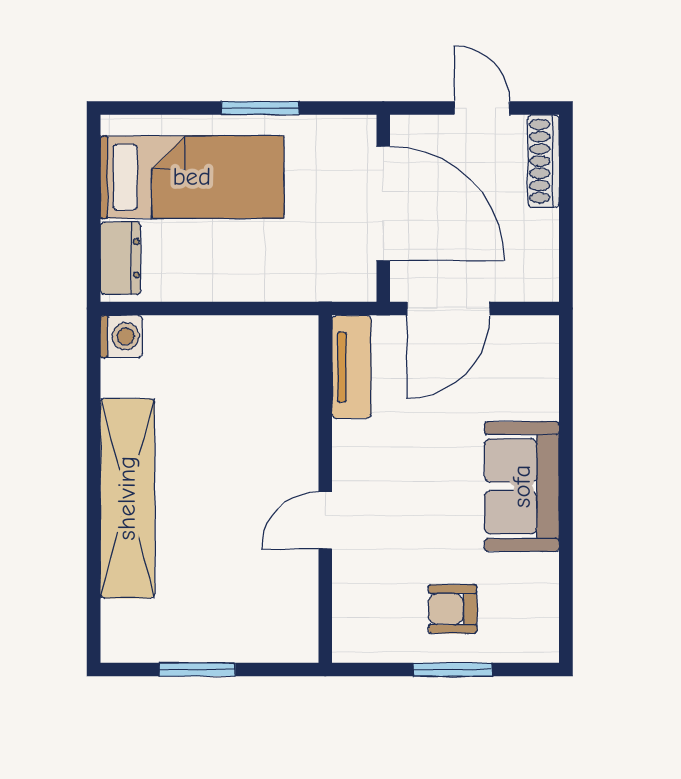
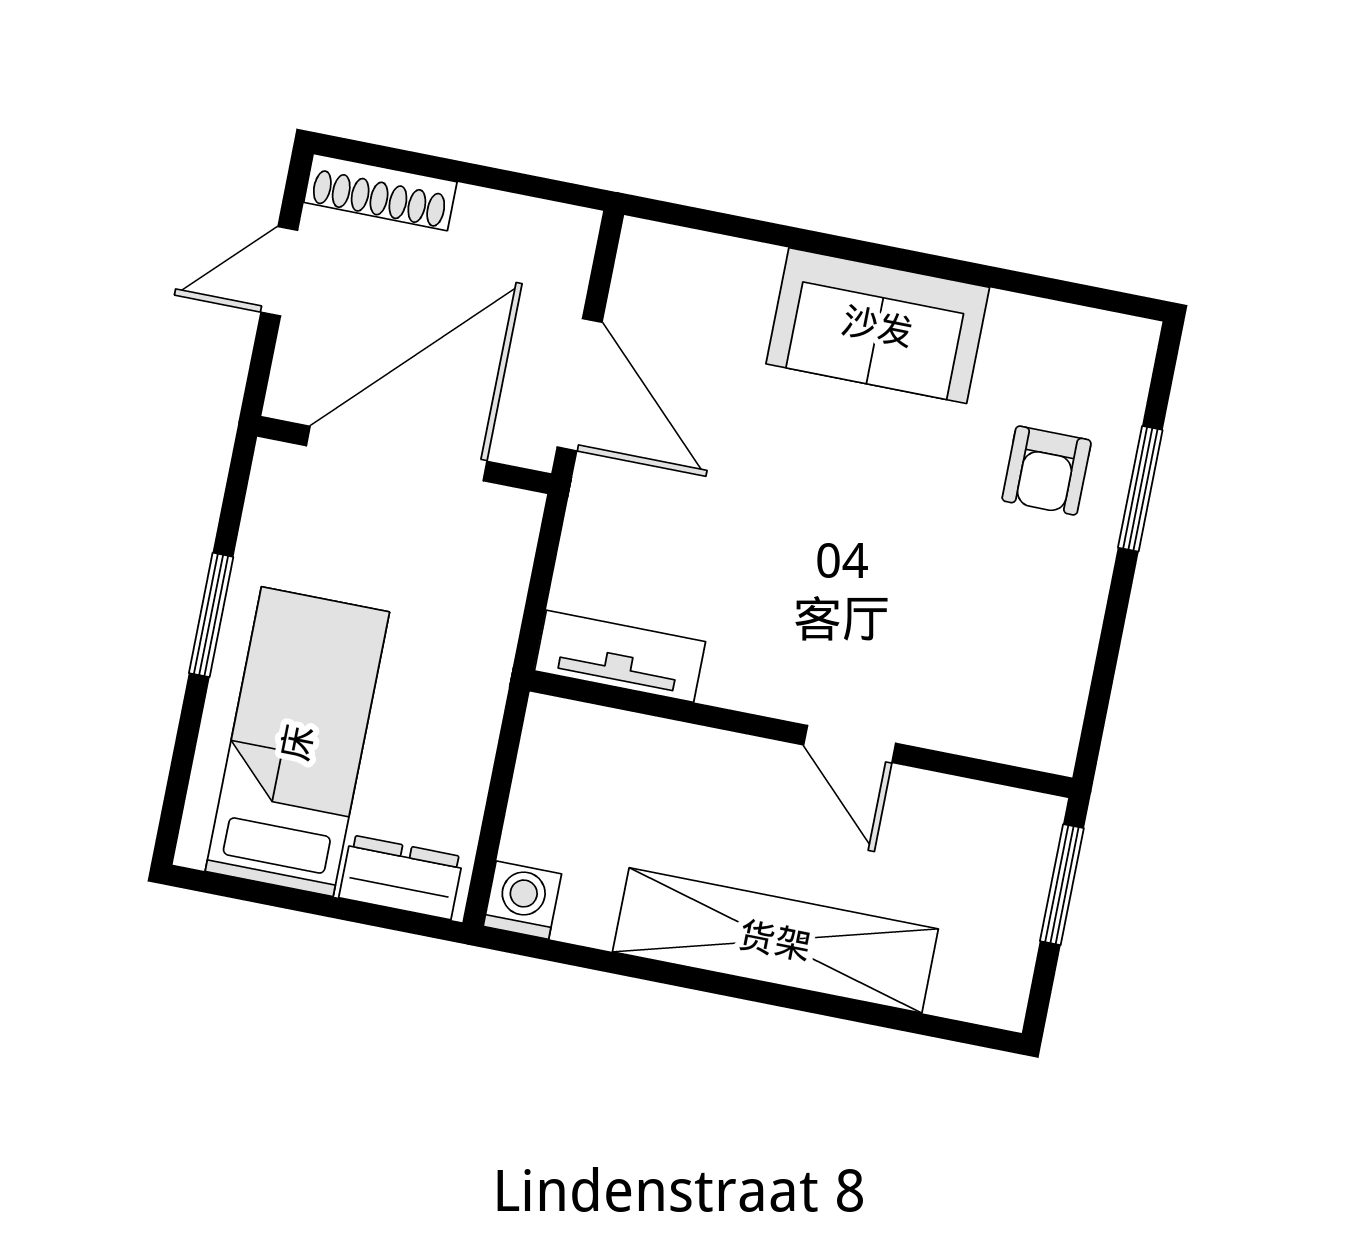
tv unit: (352, 367) -> (620, 656), moved
wall: (325, 489) -> (801, 734), moved
door: (325, 520) -> (850, 744), moved

